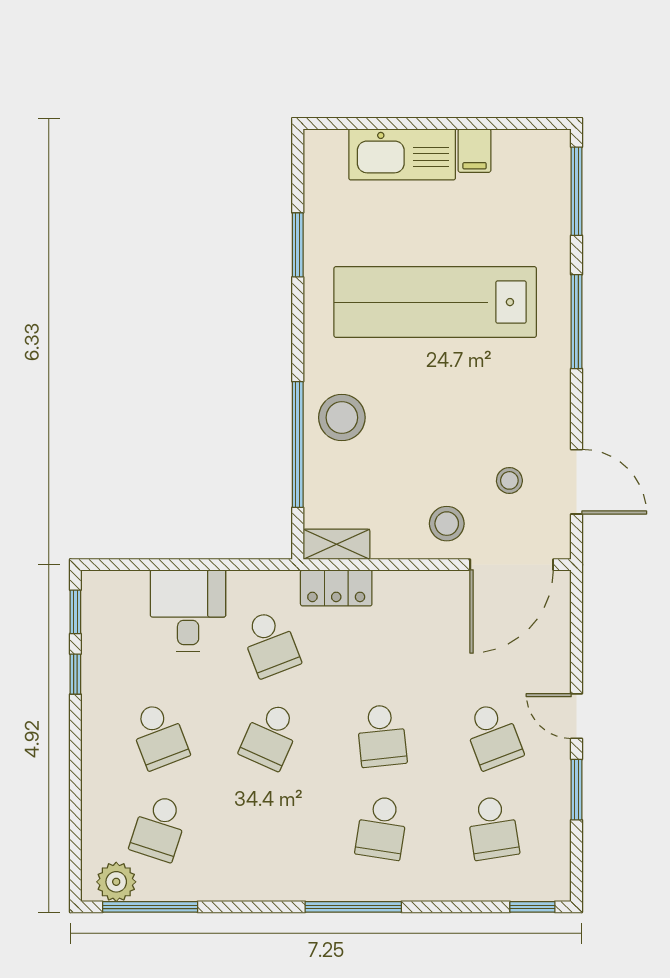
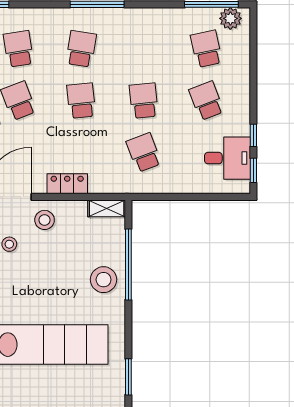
locker: (336, 588) -> (67, 184), moved
desk: (188, 611) -> (228, 158), moved, turned -90
school desk: (270, 736) -> (144, 101), turned -30
school desk: (159, 828) -> (206, 49), turned -30

